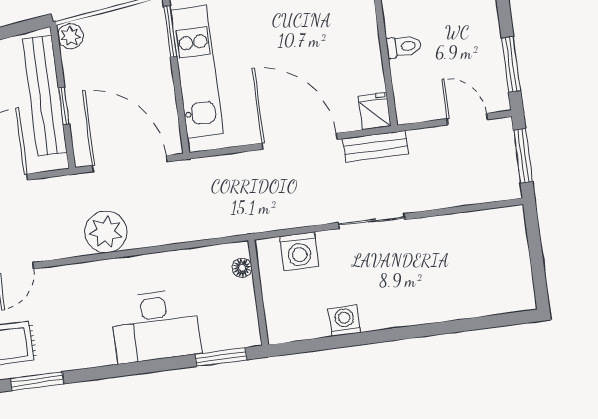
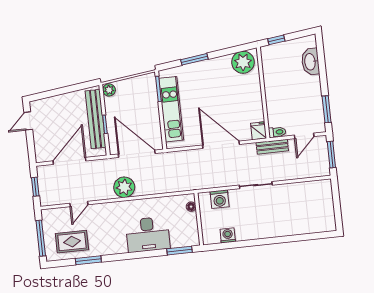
toilet: (404, 47) -> (277, 132), moved
door: (467, 119) -> (304, 136), swing flipped
bench: (376, 146) -> (272, 147), moved
washing machine: (344, 321) -> (228, 235), moved

